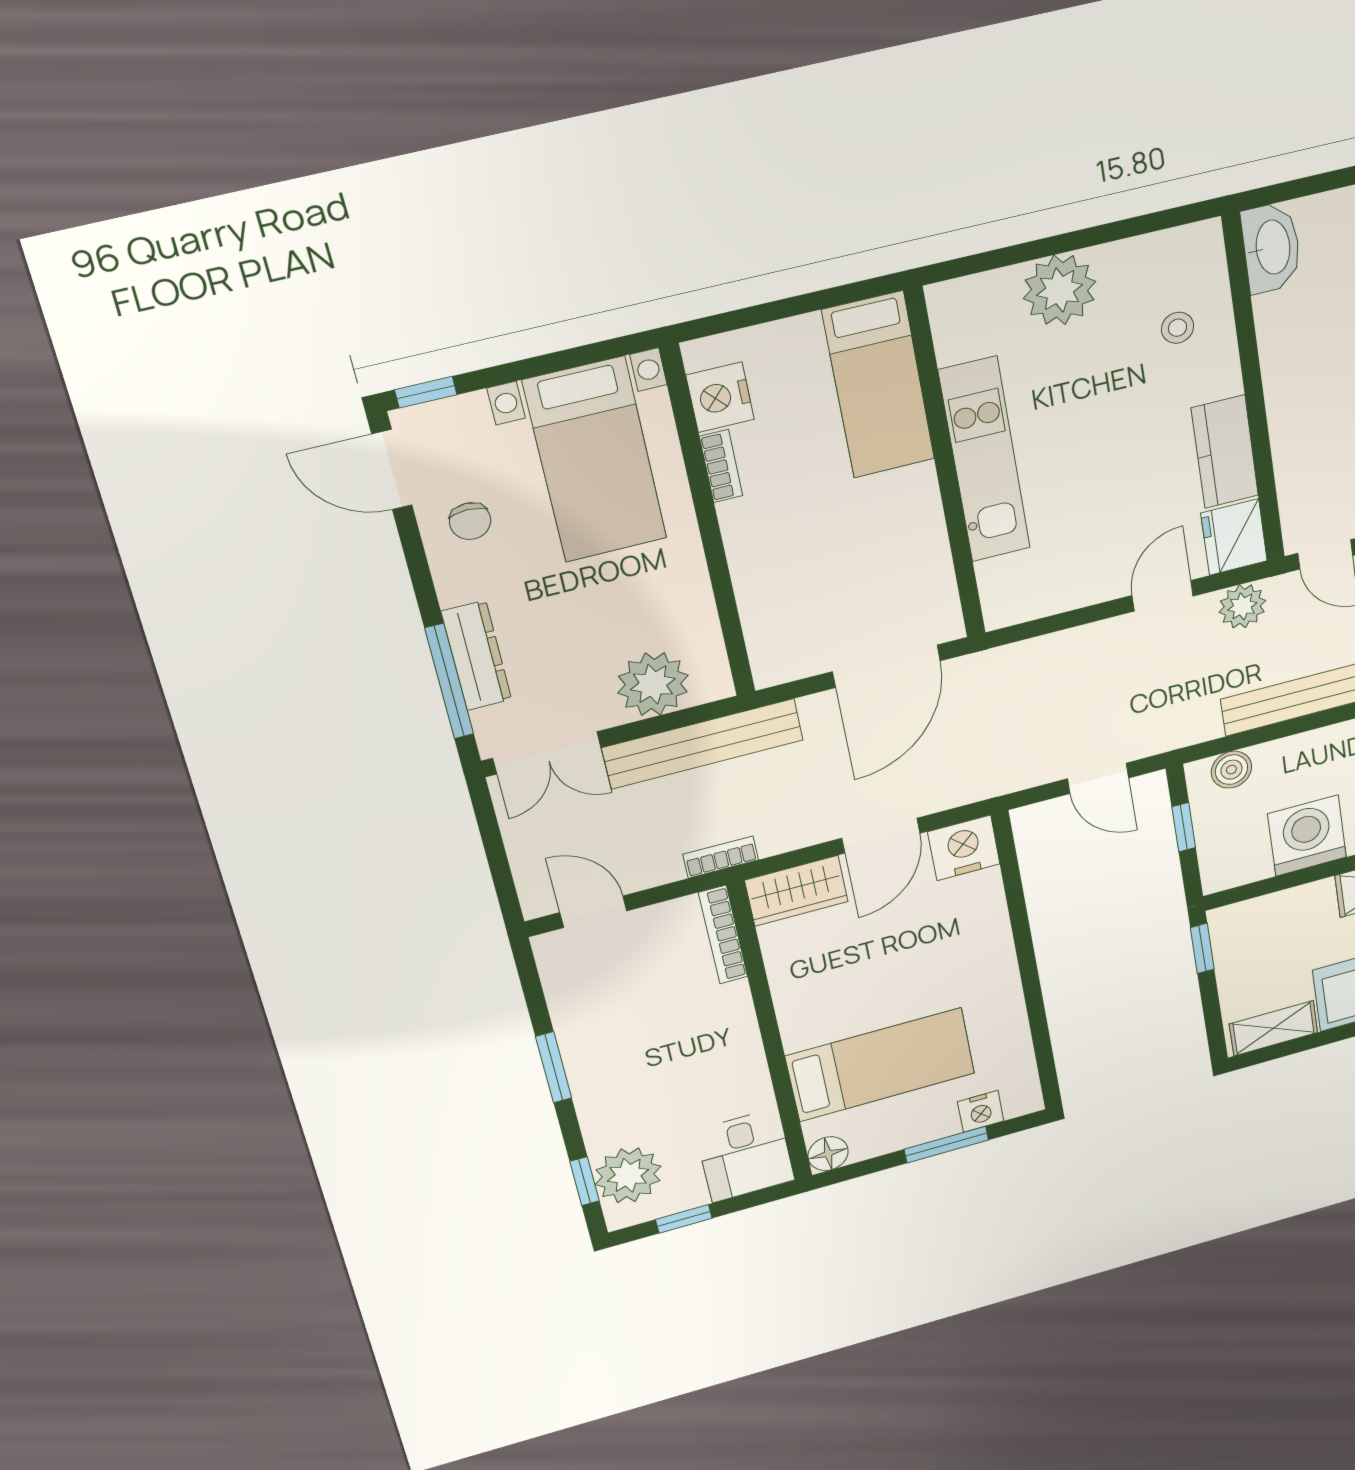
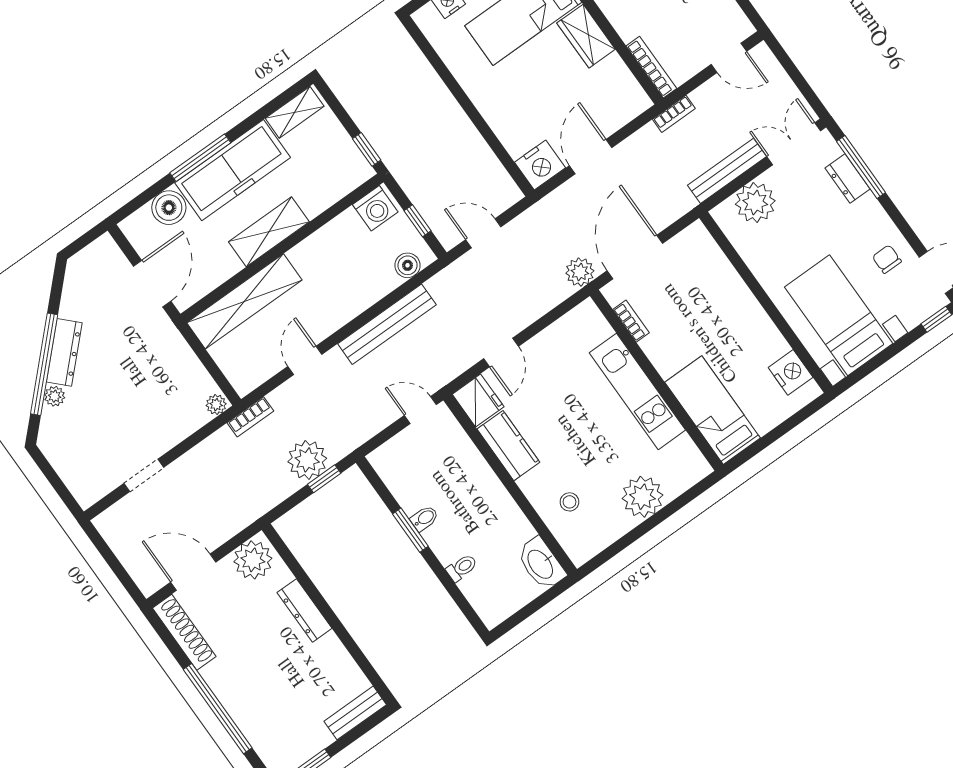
bookcase: (721, 466) -> (631, 321), moved, turned 180
plant: (1242, 606) -> (580, 272), moved
dresser: (476, 656) -> (848, 179), width x0.70
bench: (703, 744) -> (727, 171), width x0.73, depth x0.82
washing machine: (1307, 836) -> (375, 208), moved, width x0.73, depth x0.73
wardrobe: (796, 891) -> (586, 36), moved, turned -90

